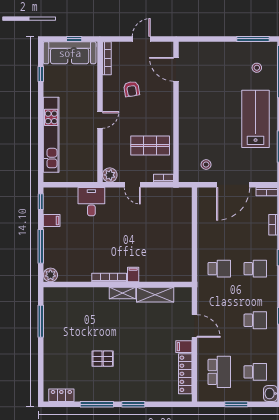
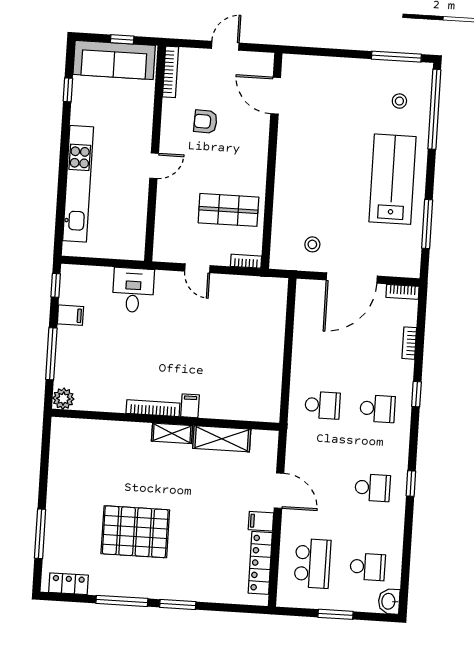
armchair: (132, 89) -> (205, 122), turned 101
plant: (110, 175) -> (164, 251), removed
window: (41, 321) -> (40, 534), moved
pallet: (103, 359) -> (135, 532), width x2.05, depth x2.00

